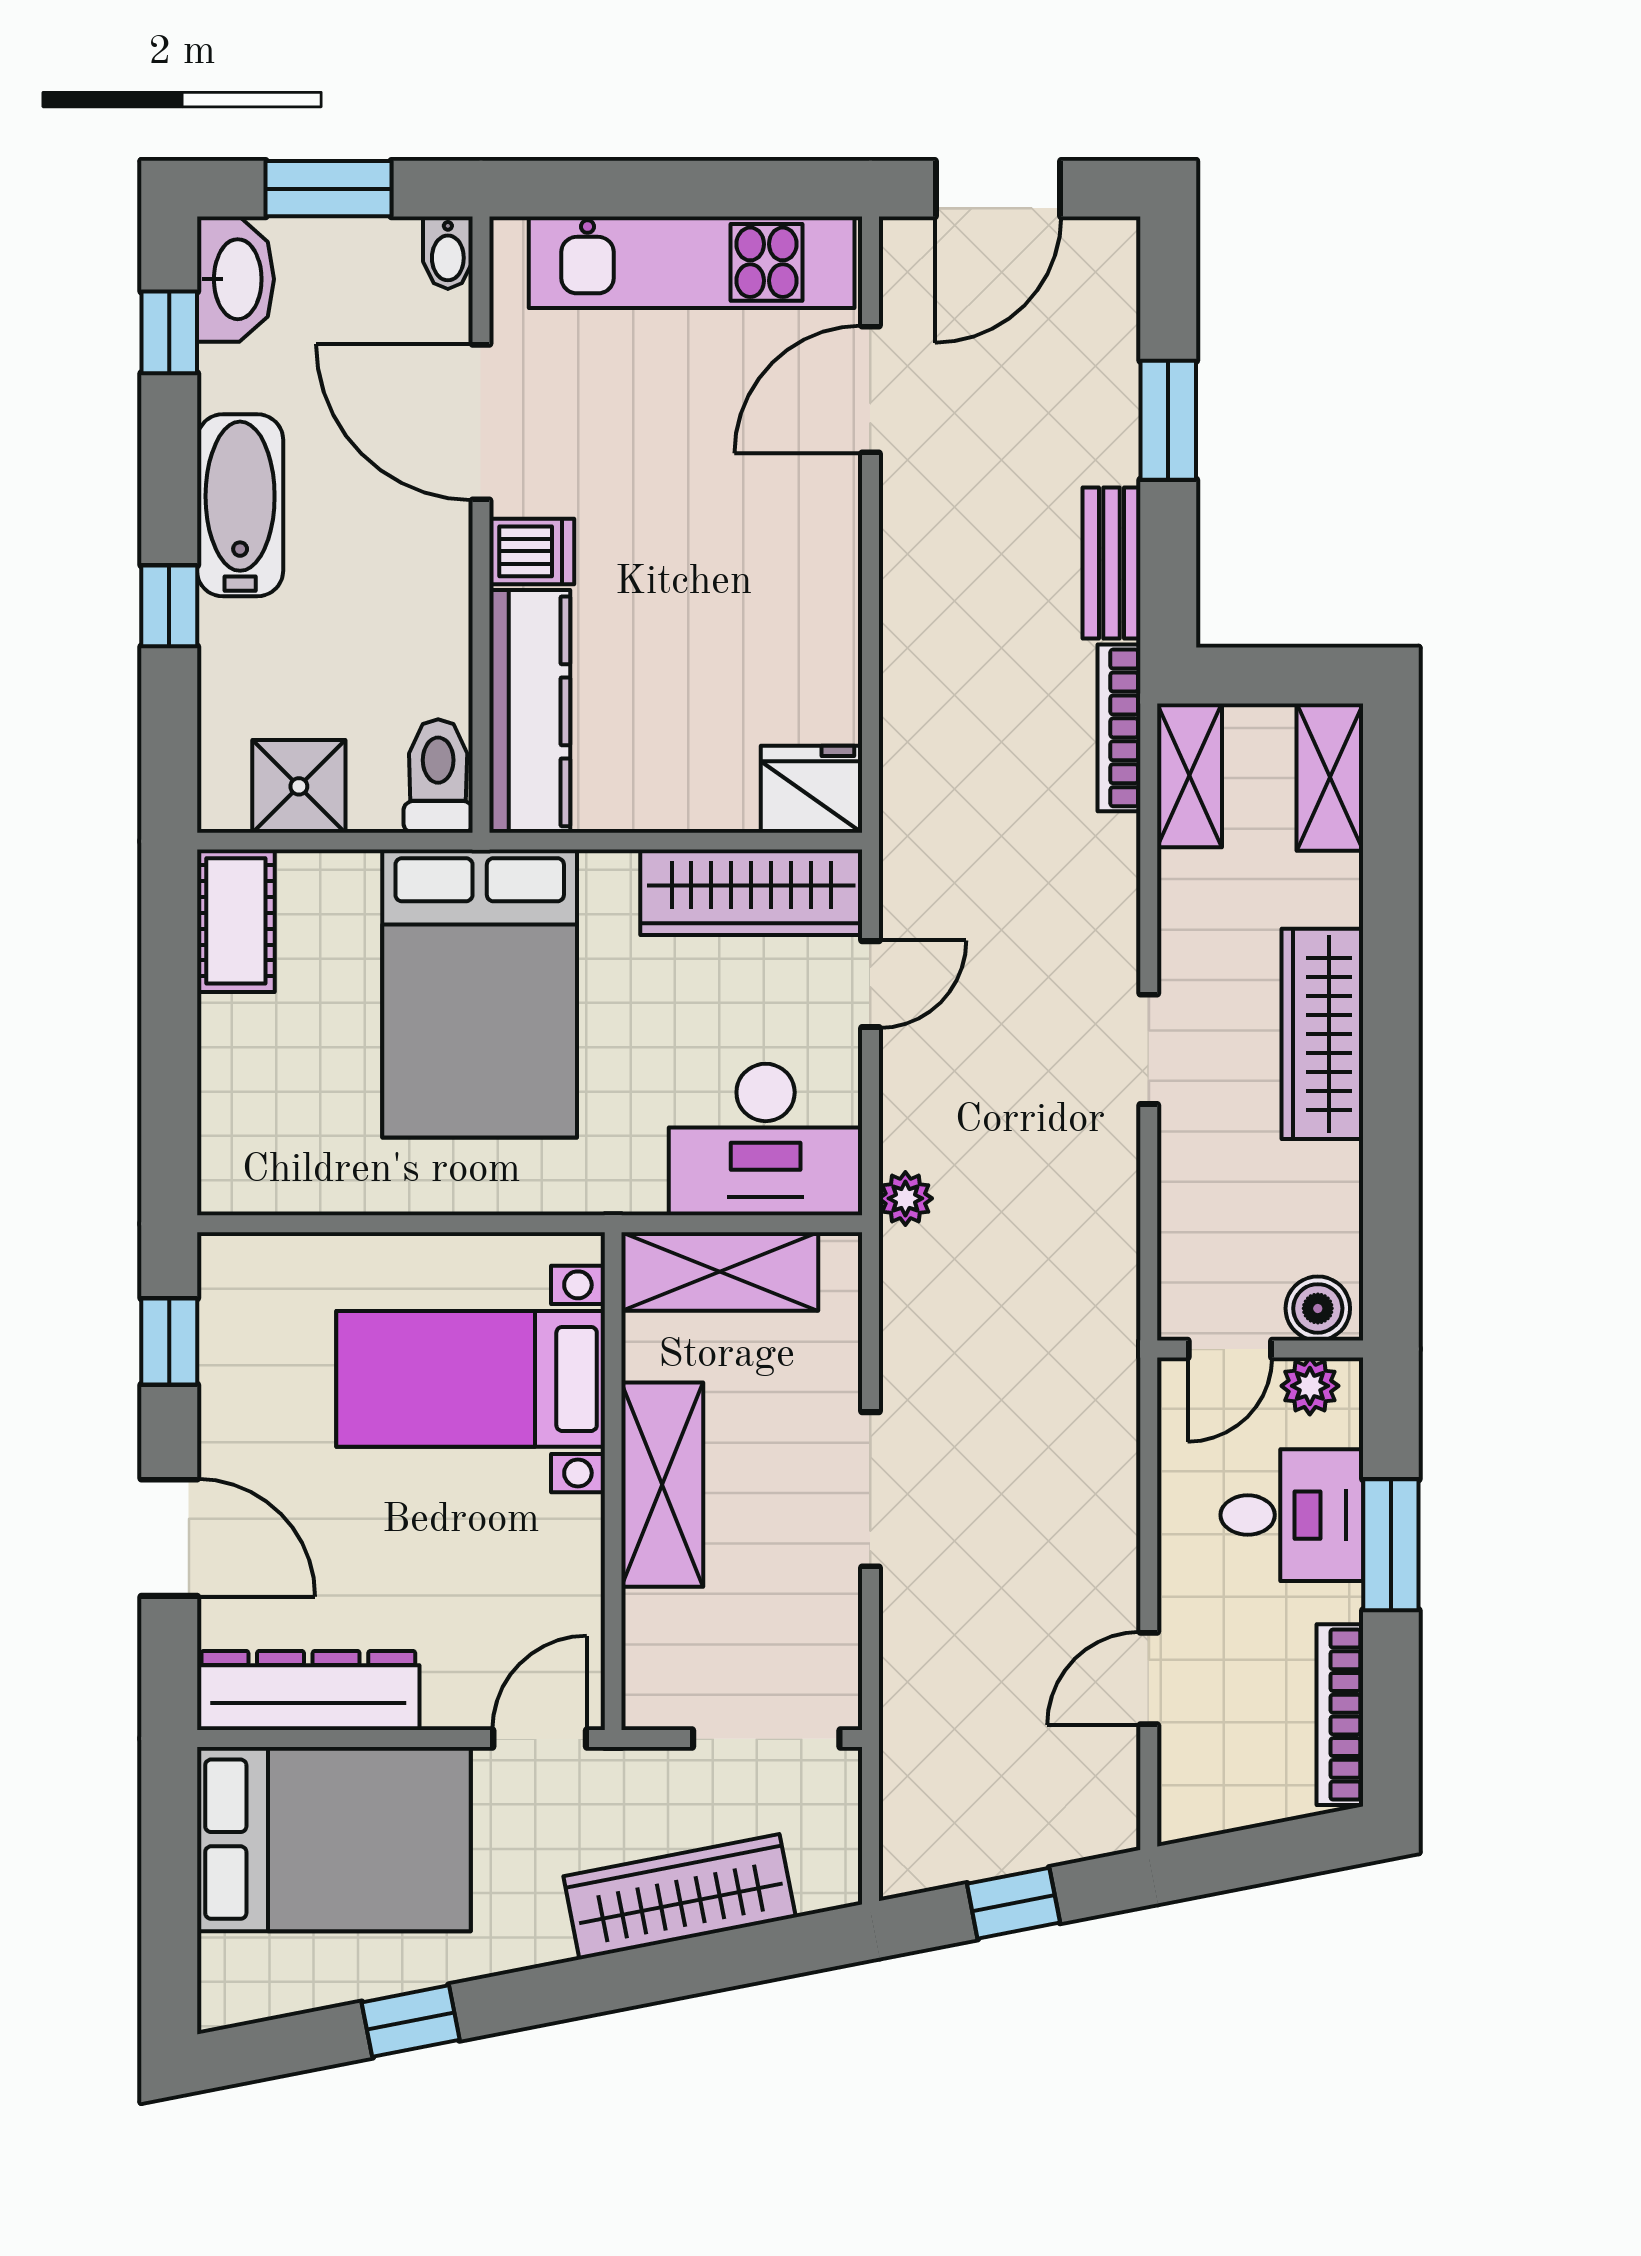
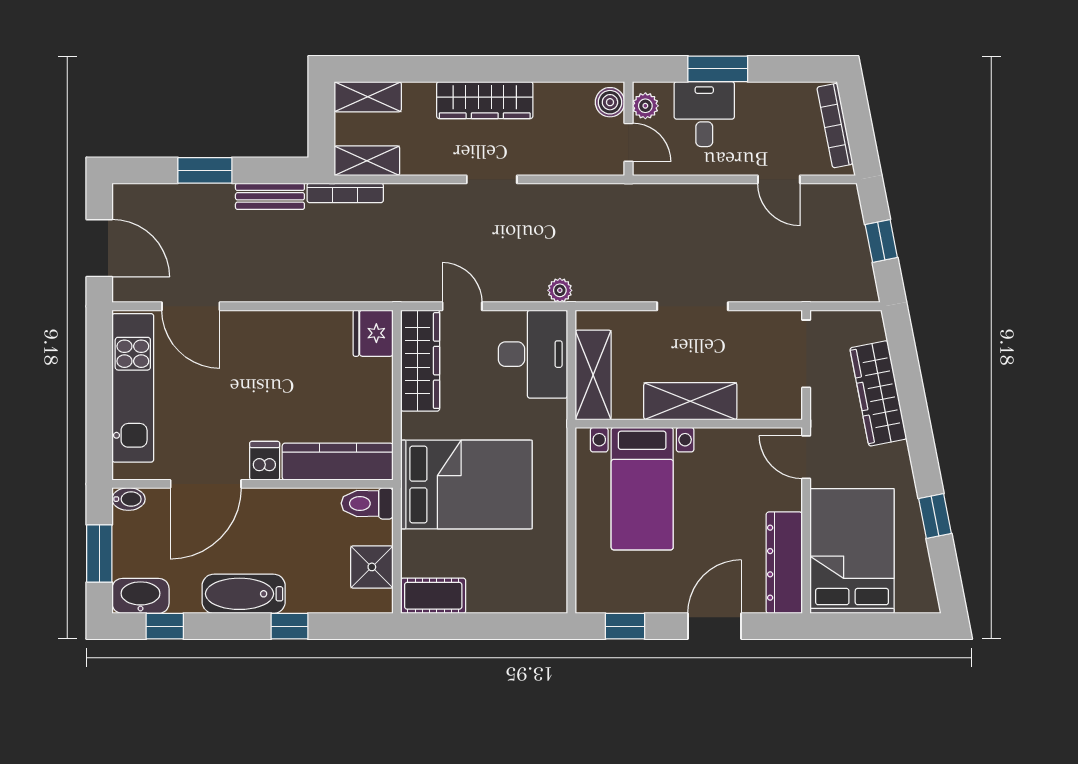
bookcase: (1340, 1715) -> (835, 126), moved, turned 79

